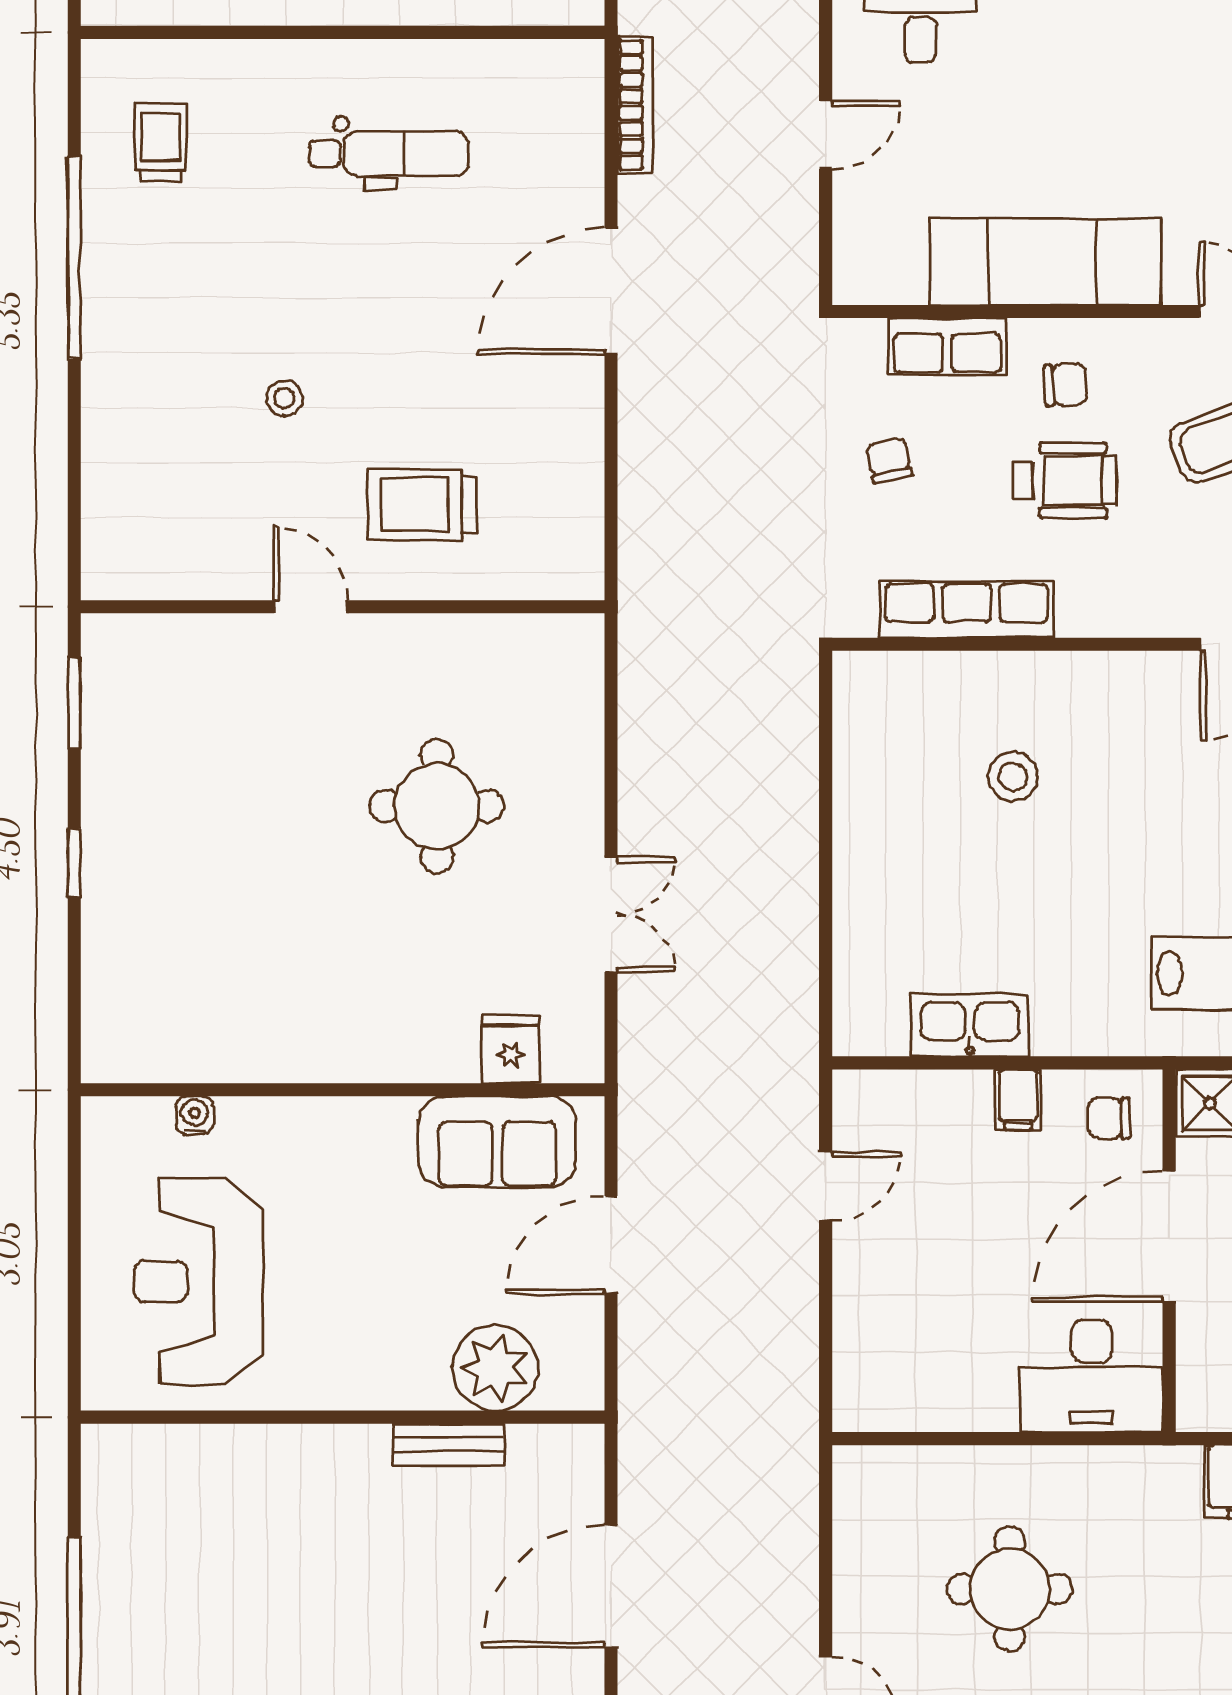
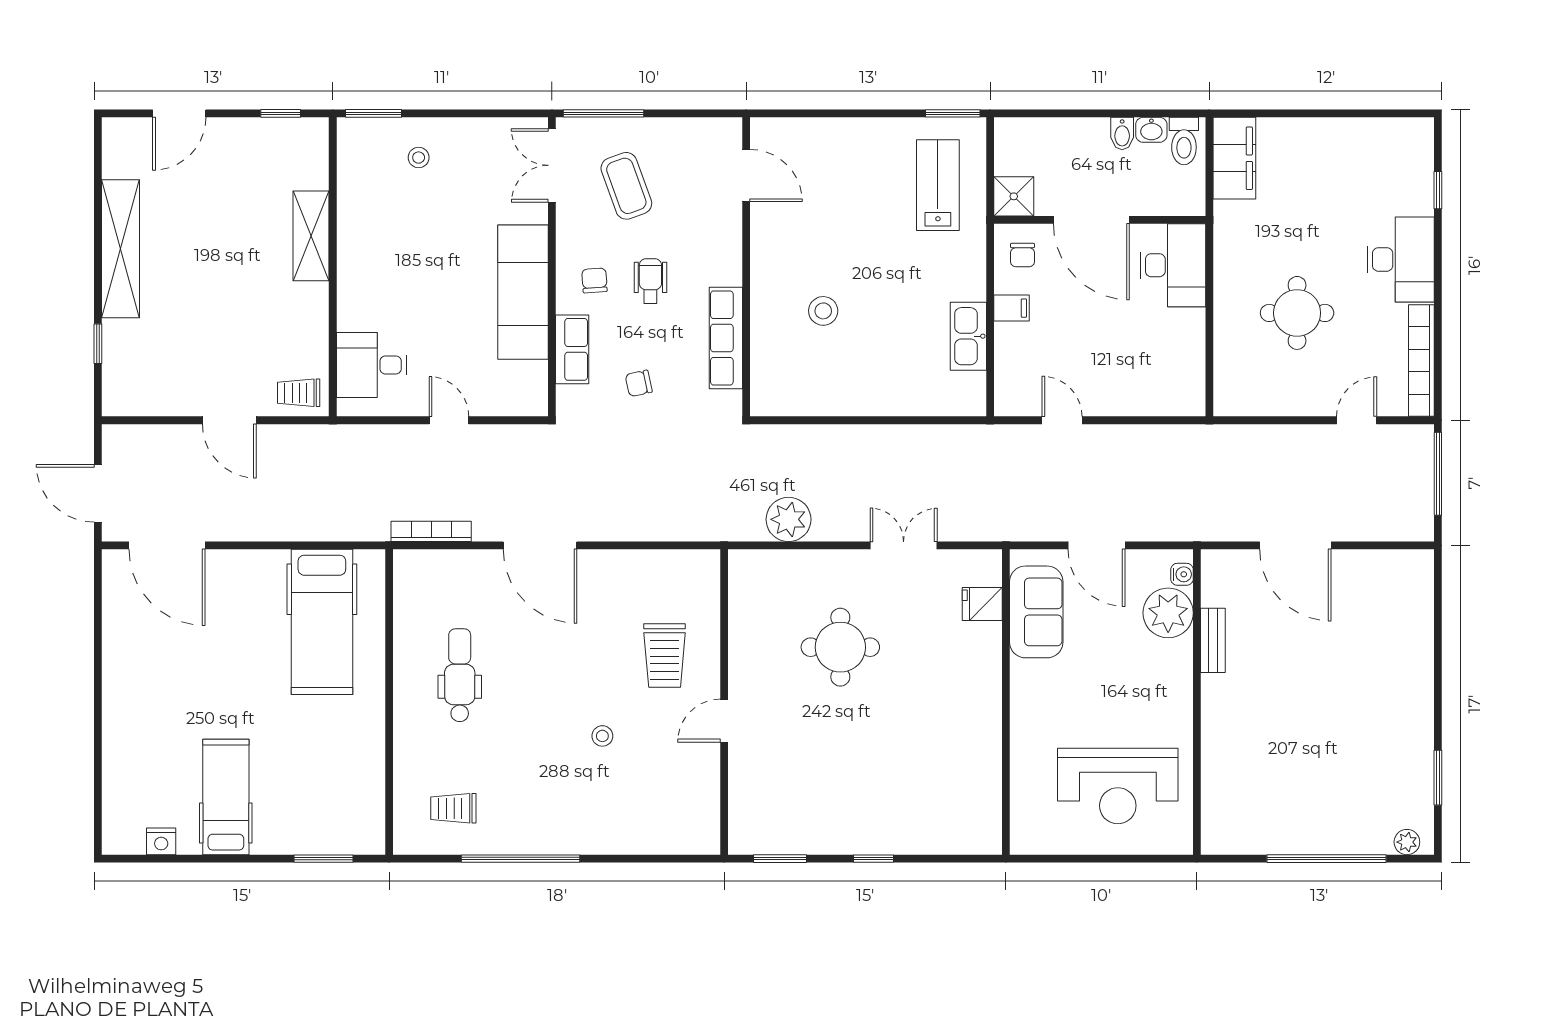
wheelchair: (1065, 480) -> (650, 281), width x0.73, depth x0.73
plant: (656, 717) -> (789, 519), added
water cooler: (195, 1115) -> (1182, 574), moved, turned 180

